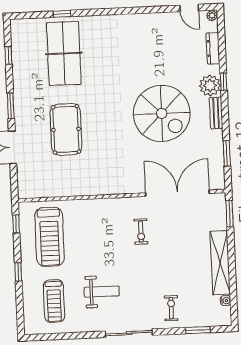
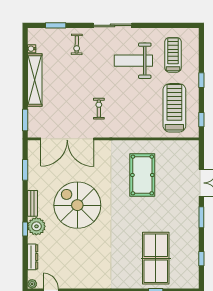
pool table: (66, 129) -> (142, 175), moved
weight bench: (102, 292) -> (133, 61), width x1.36, depth x1.33

